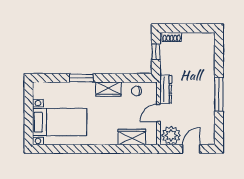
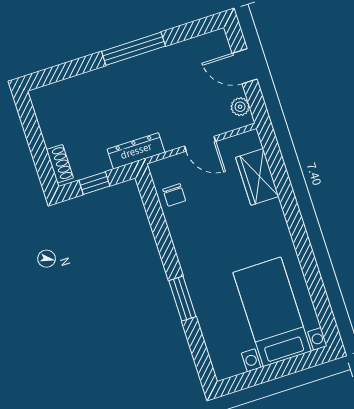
wardrobe: (108, 89) -> (187, 245), removed
dresser: (166, 89) -> (136, 151), moved
plant: (171, 135) -> (240, 107), width x0.53, depth x0.53

